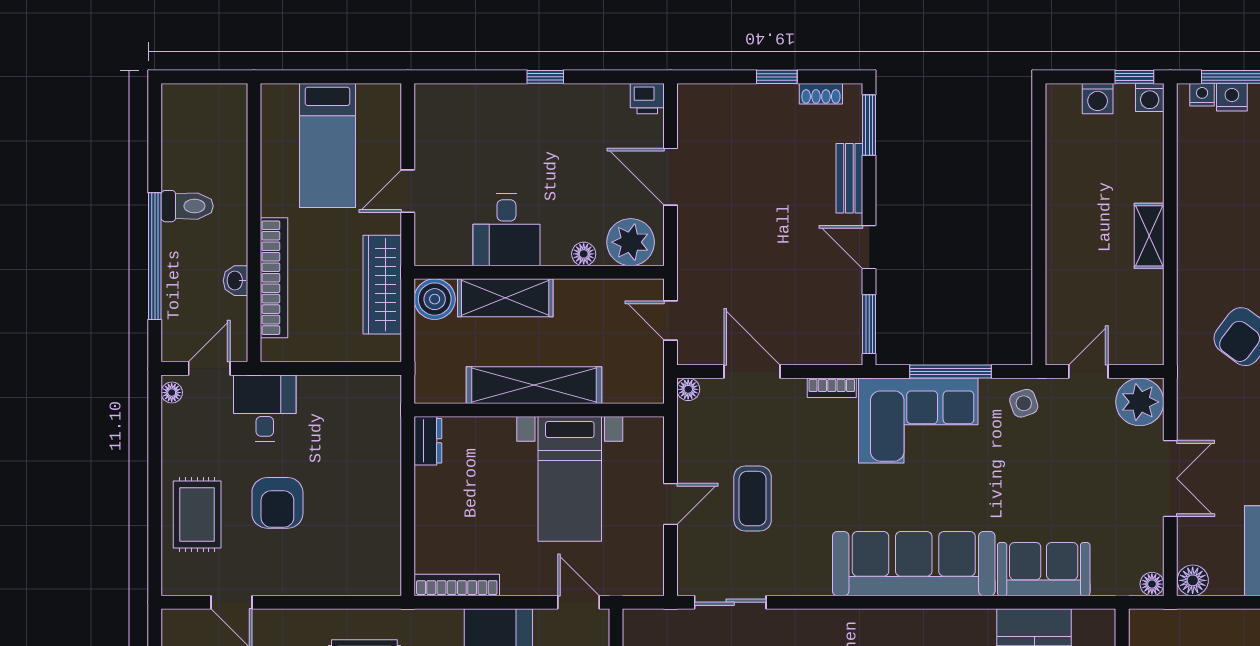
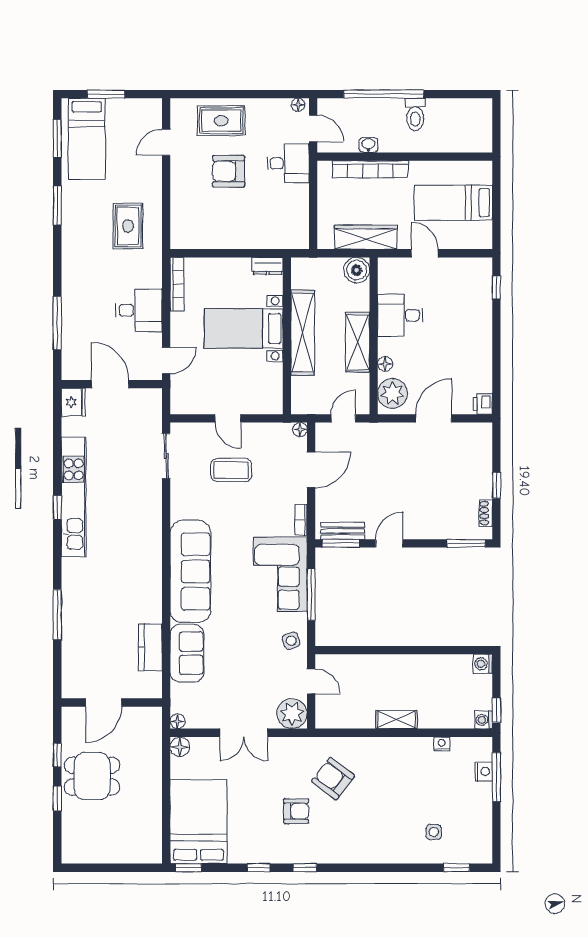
window: (545, 77) -> (496, 288), moved
nightstand: (1202, 95) -> (442, 744), moved, turned -90
washing machine: (1098, 99) -> (483, 664), moved
bench: (849, 178) -> (343, 531), moved
shelving: (505, 298) -> (358, 342), moved
bed with nightstands: (570, 479) -> (244, 328), moved

